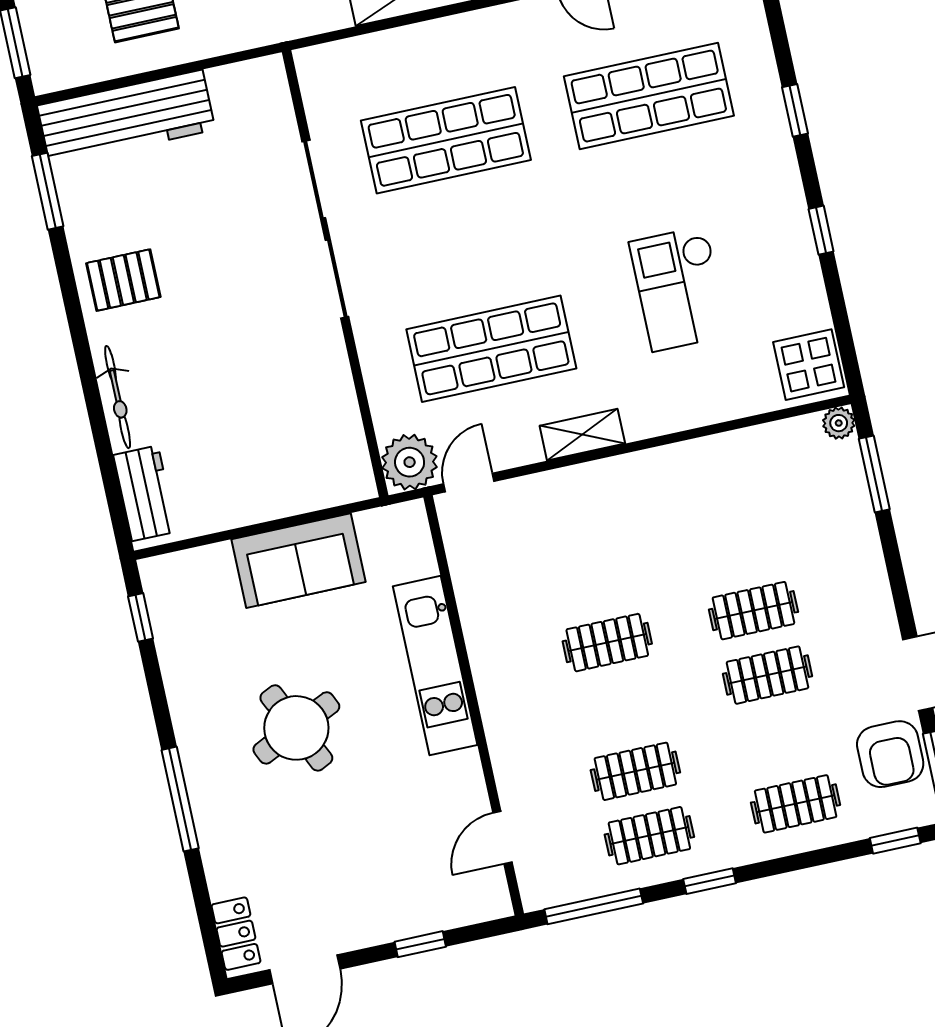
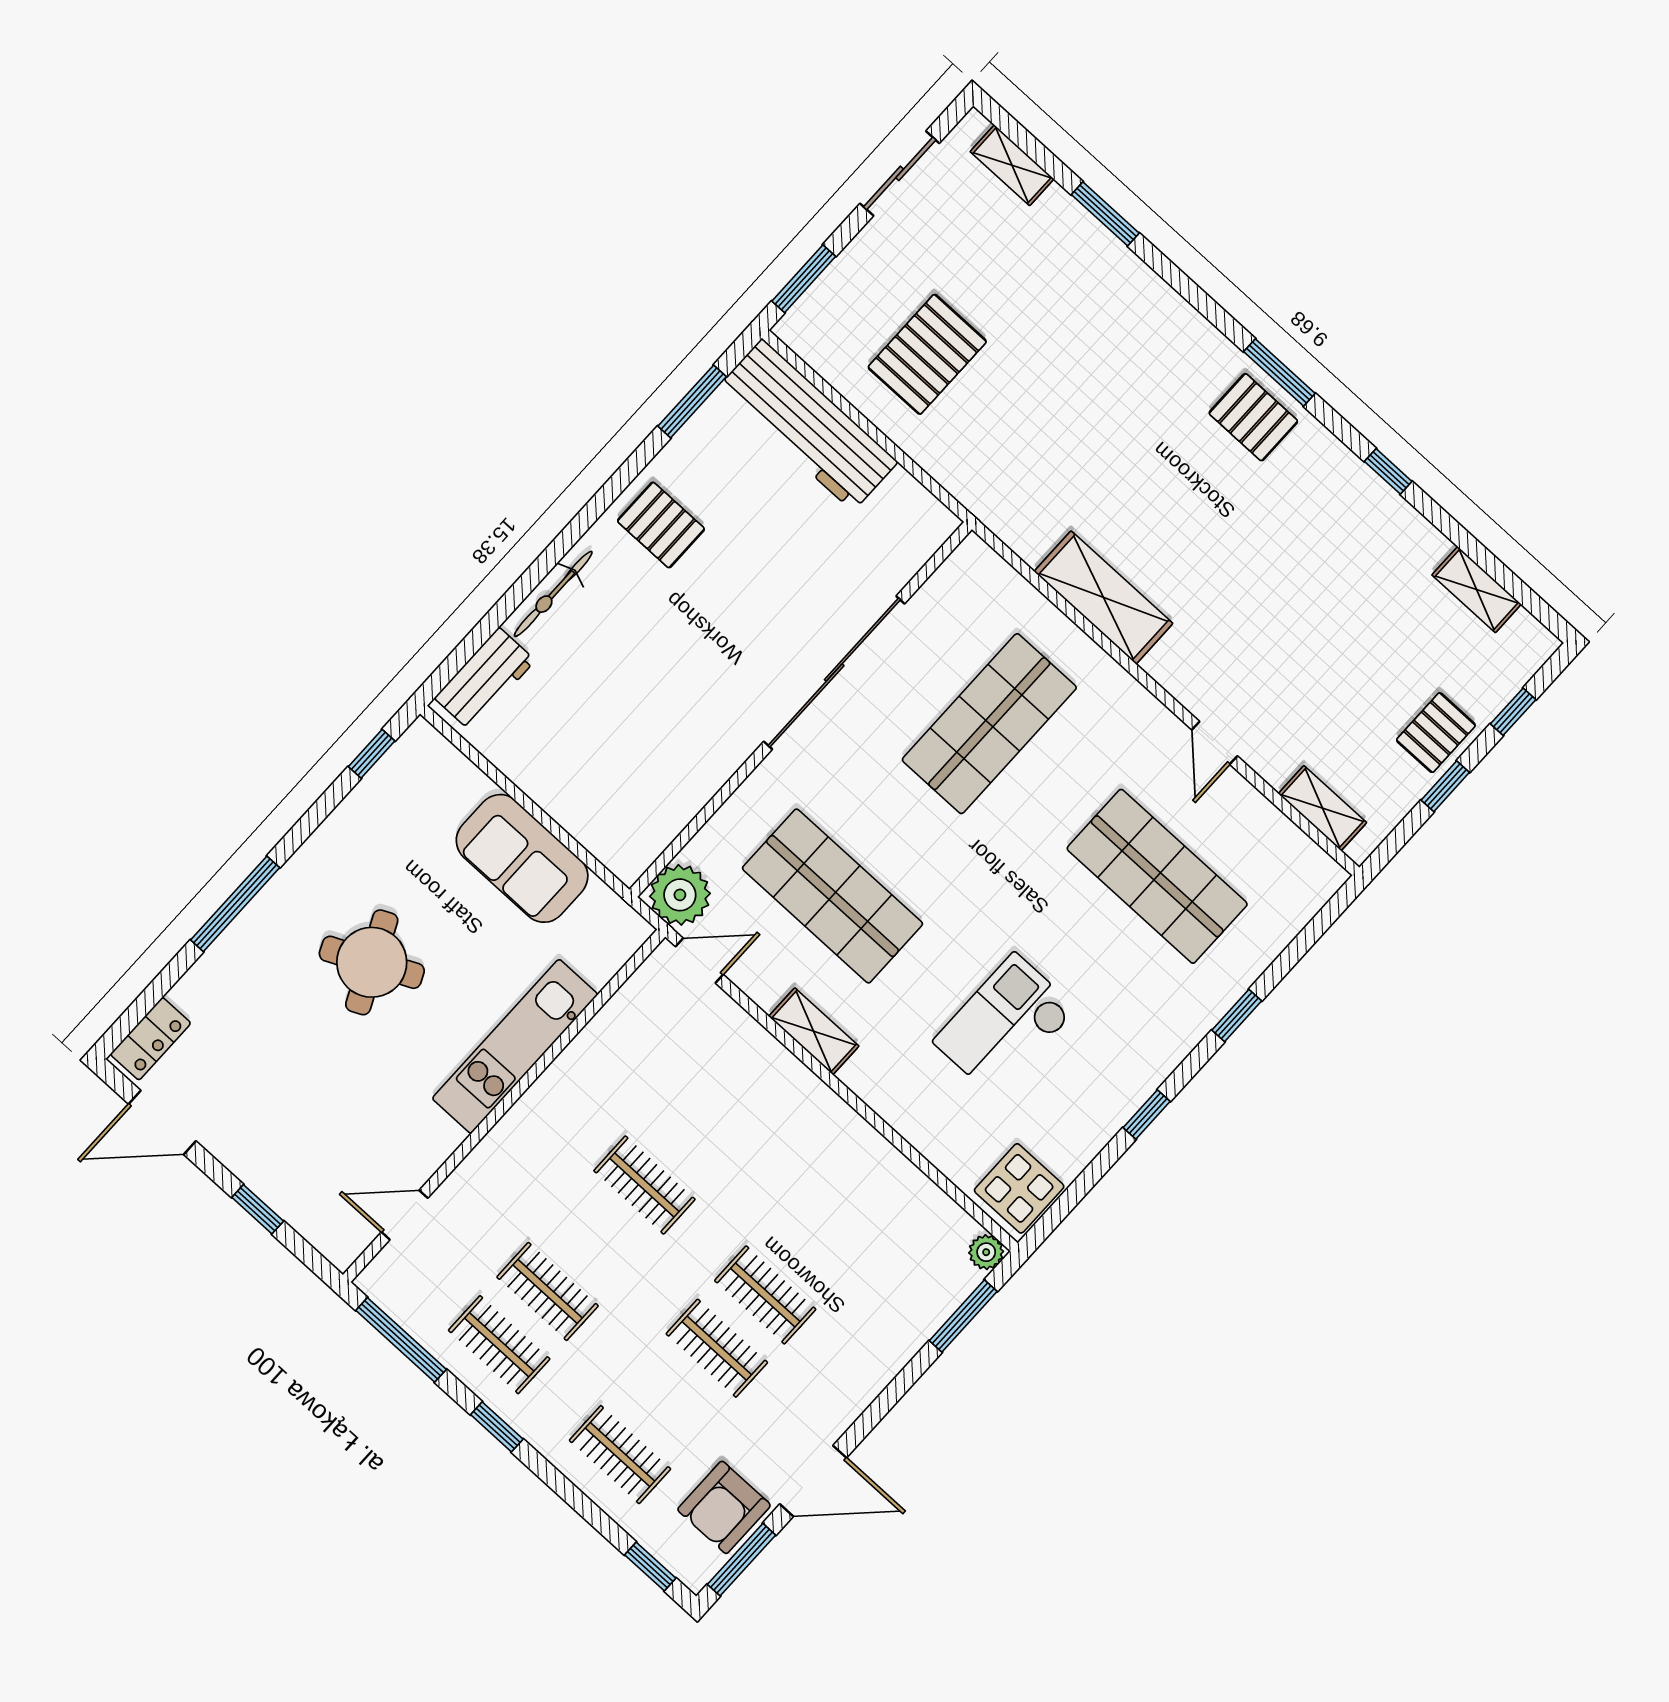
shop shelf: (446, 140) -> (989, 724), turned 90

